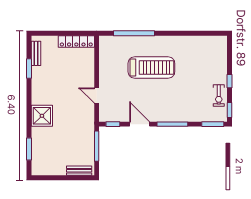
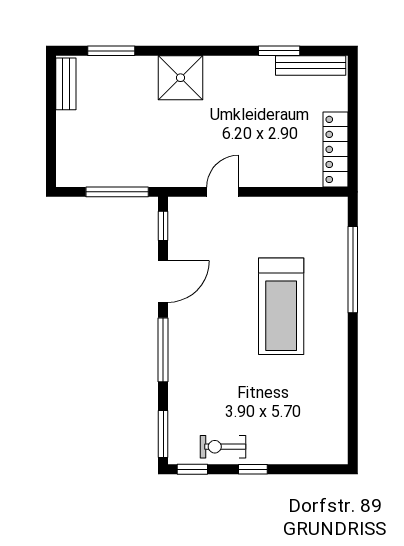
bench: (36, 53) -> (311, 65), width x1.36
bench: (79, 171) -> (66, 84), moved

